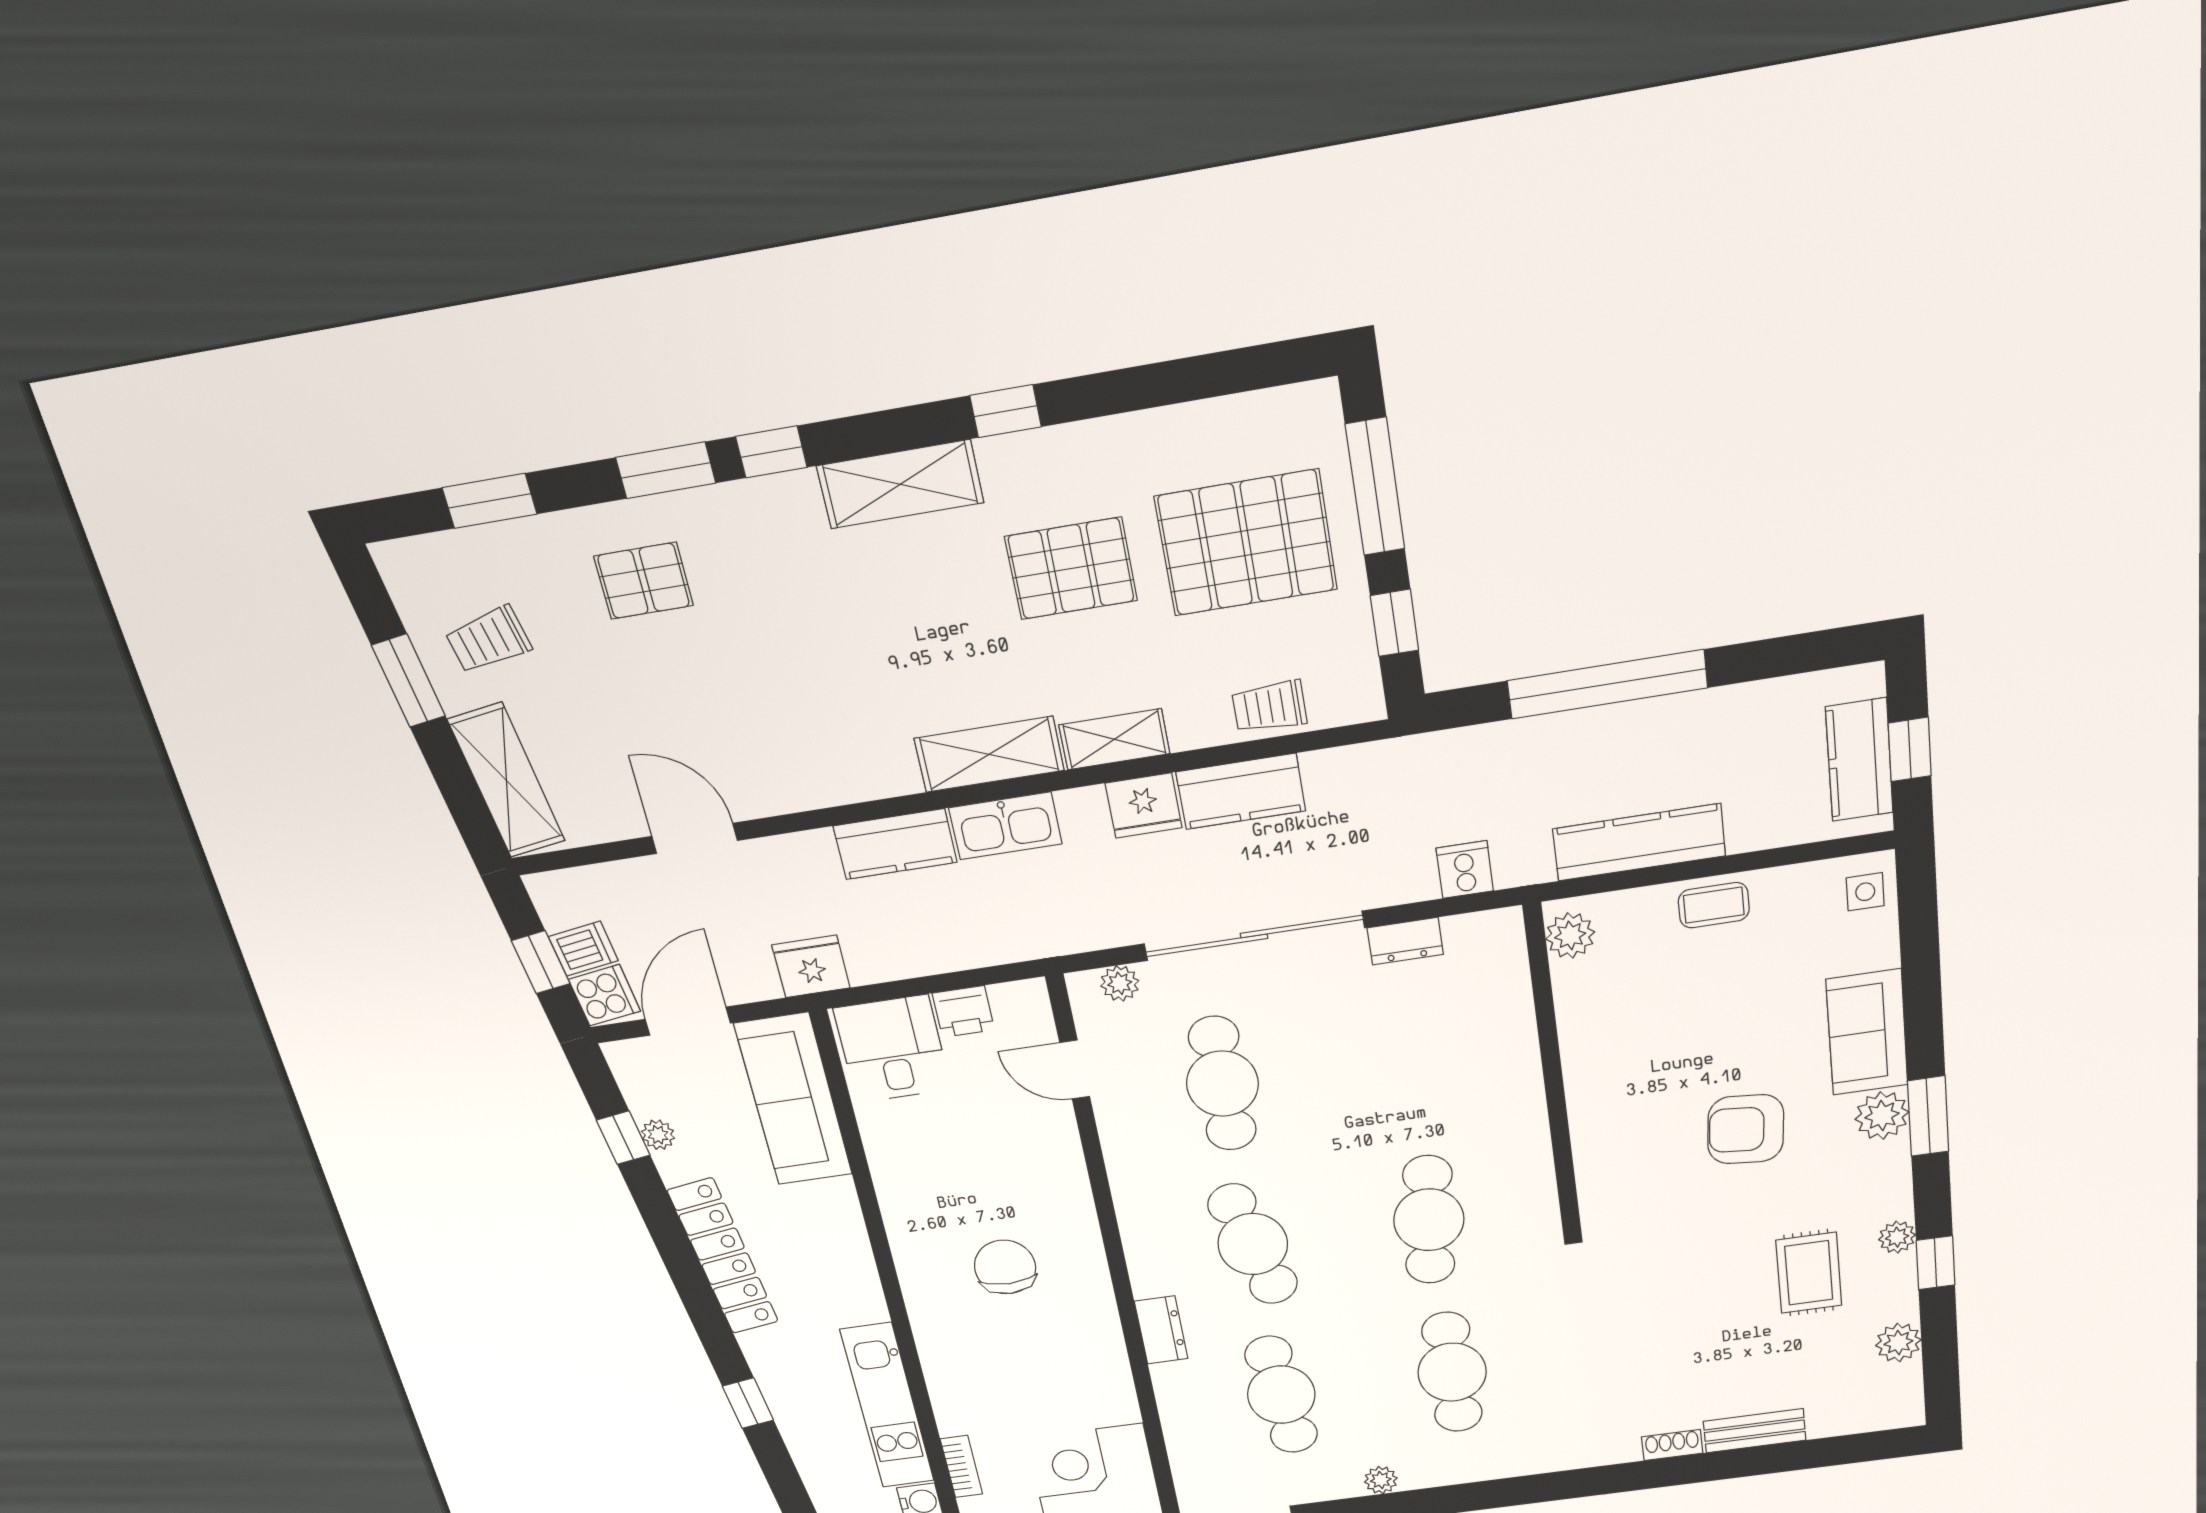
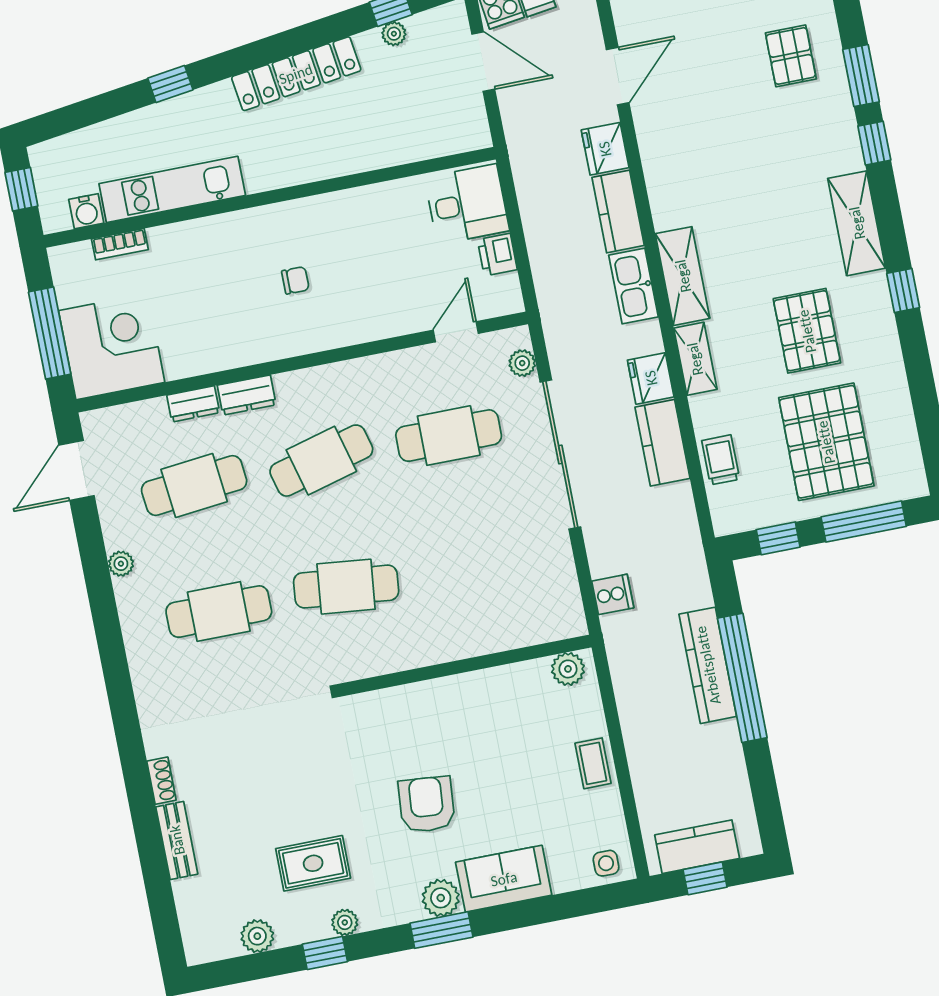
kitchen counter: (1639, 842) -> (708, 665), moved, turned 180
dresser: (1405, 941) -> (193, 404), moved, turned -90
fridge: (811, 966) -> (605, 149), moved, turned 180
sofa: (793, 1099) -> (425, 132), removed
chair: (1005, 1267) -> (295, 280), width x0.54, depth x0.54

